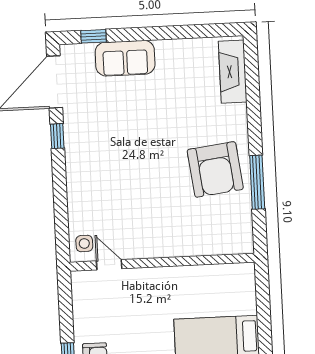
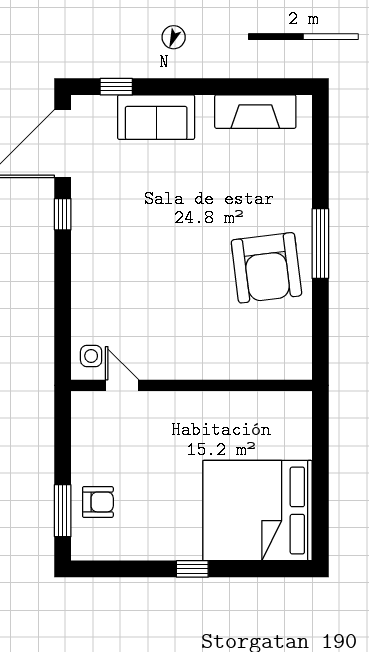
fireplace: (233, 72) -> (255, 112), moved, turned -90
window: (257, 182) -> (320, 244), moved

